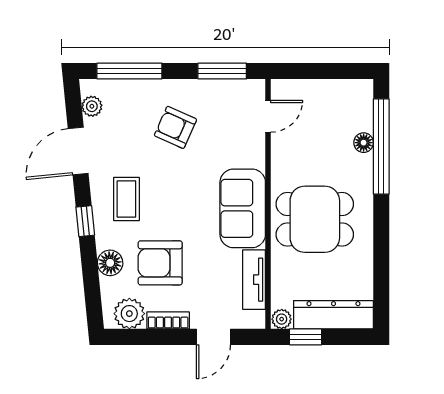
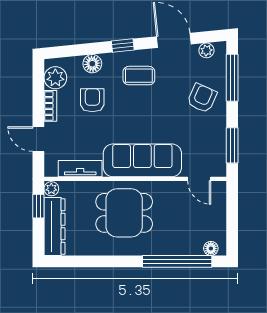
armchair: (175, 127) -> (202, 98), moved
floor lamp: (364, 143) -> (211, 248), moved
sofa: (243, 208) -> (142, 160), width x1.36
dining table: (315, 219) -> (124, 213), turned 90
armchair: (160, 263) -> (92, 100), width x0.72, depth x0.72

